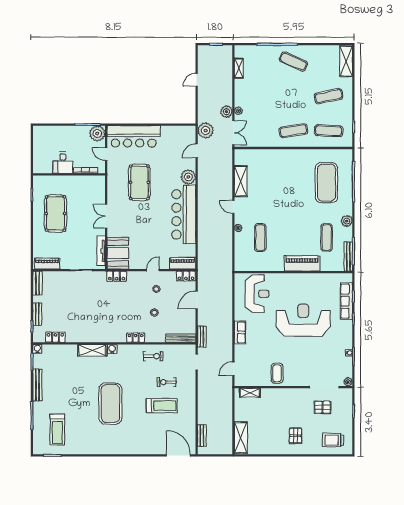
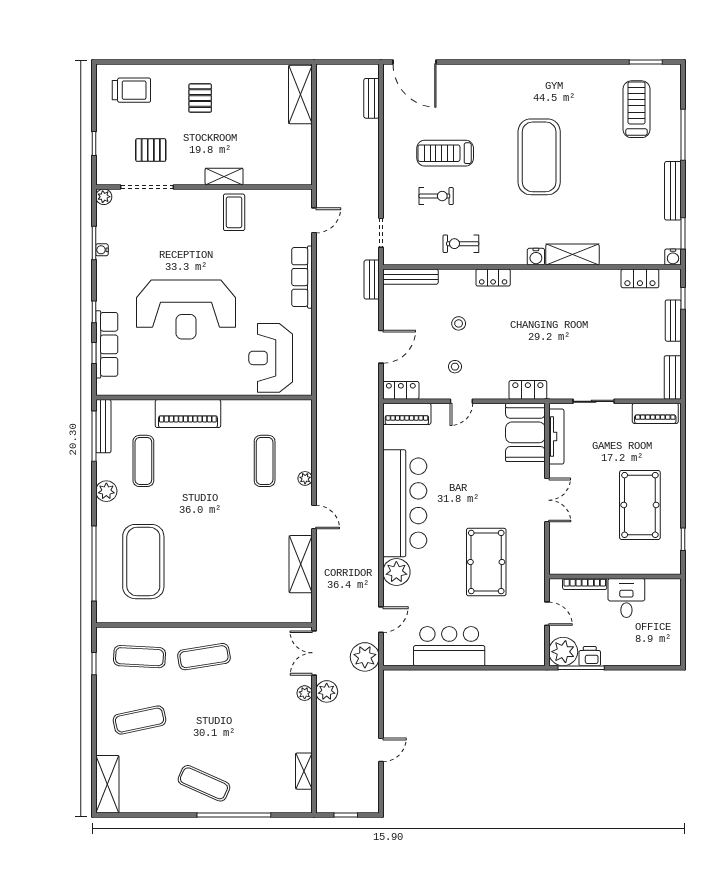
printer: (83, 131) -> (590, 656), added
bar counter: (134, 136) -> (449, 646), moved, width x0.73
row of seats: (240, 332) -> (302, 277), width x1.48
shelving: (250, 393) -> (224, 177), moved

